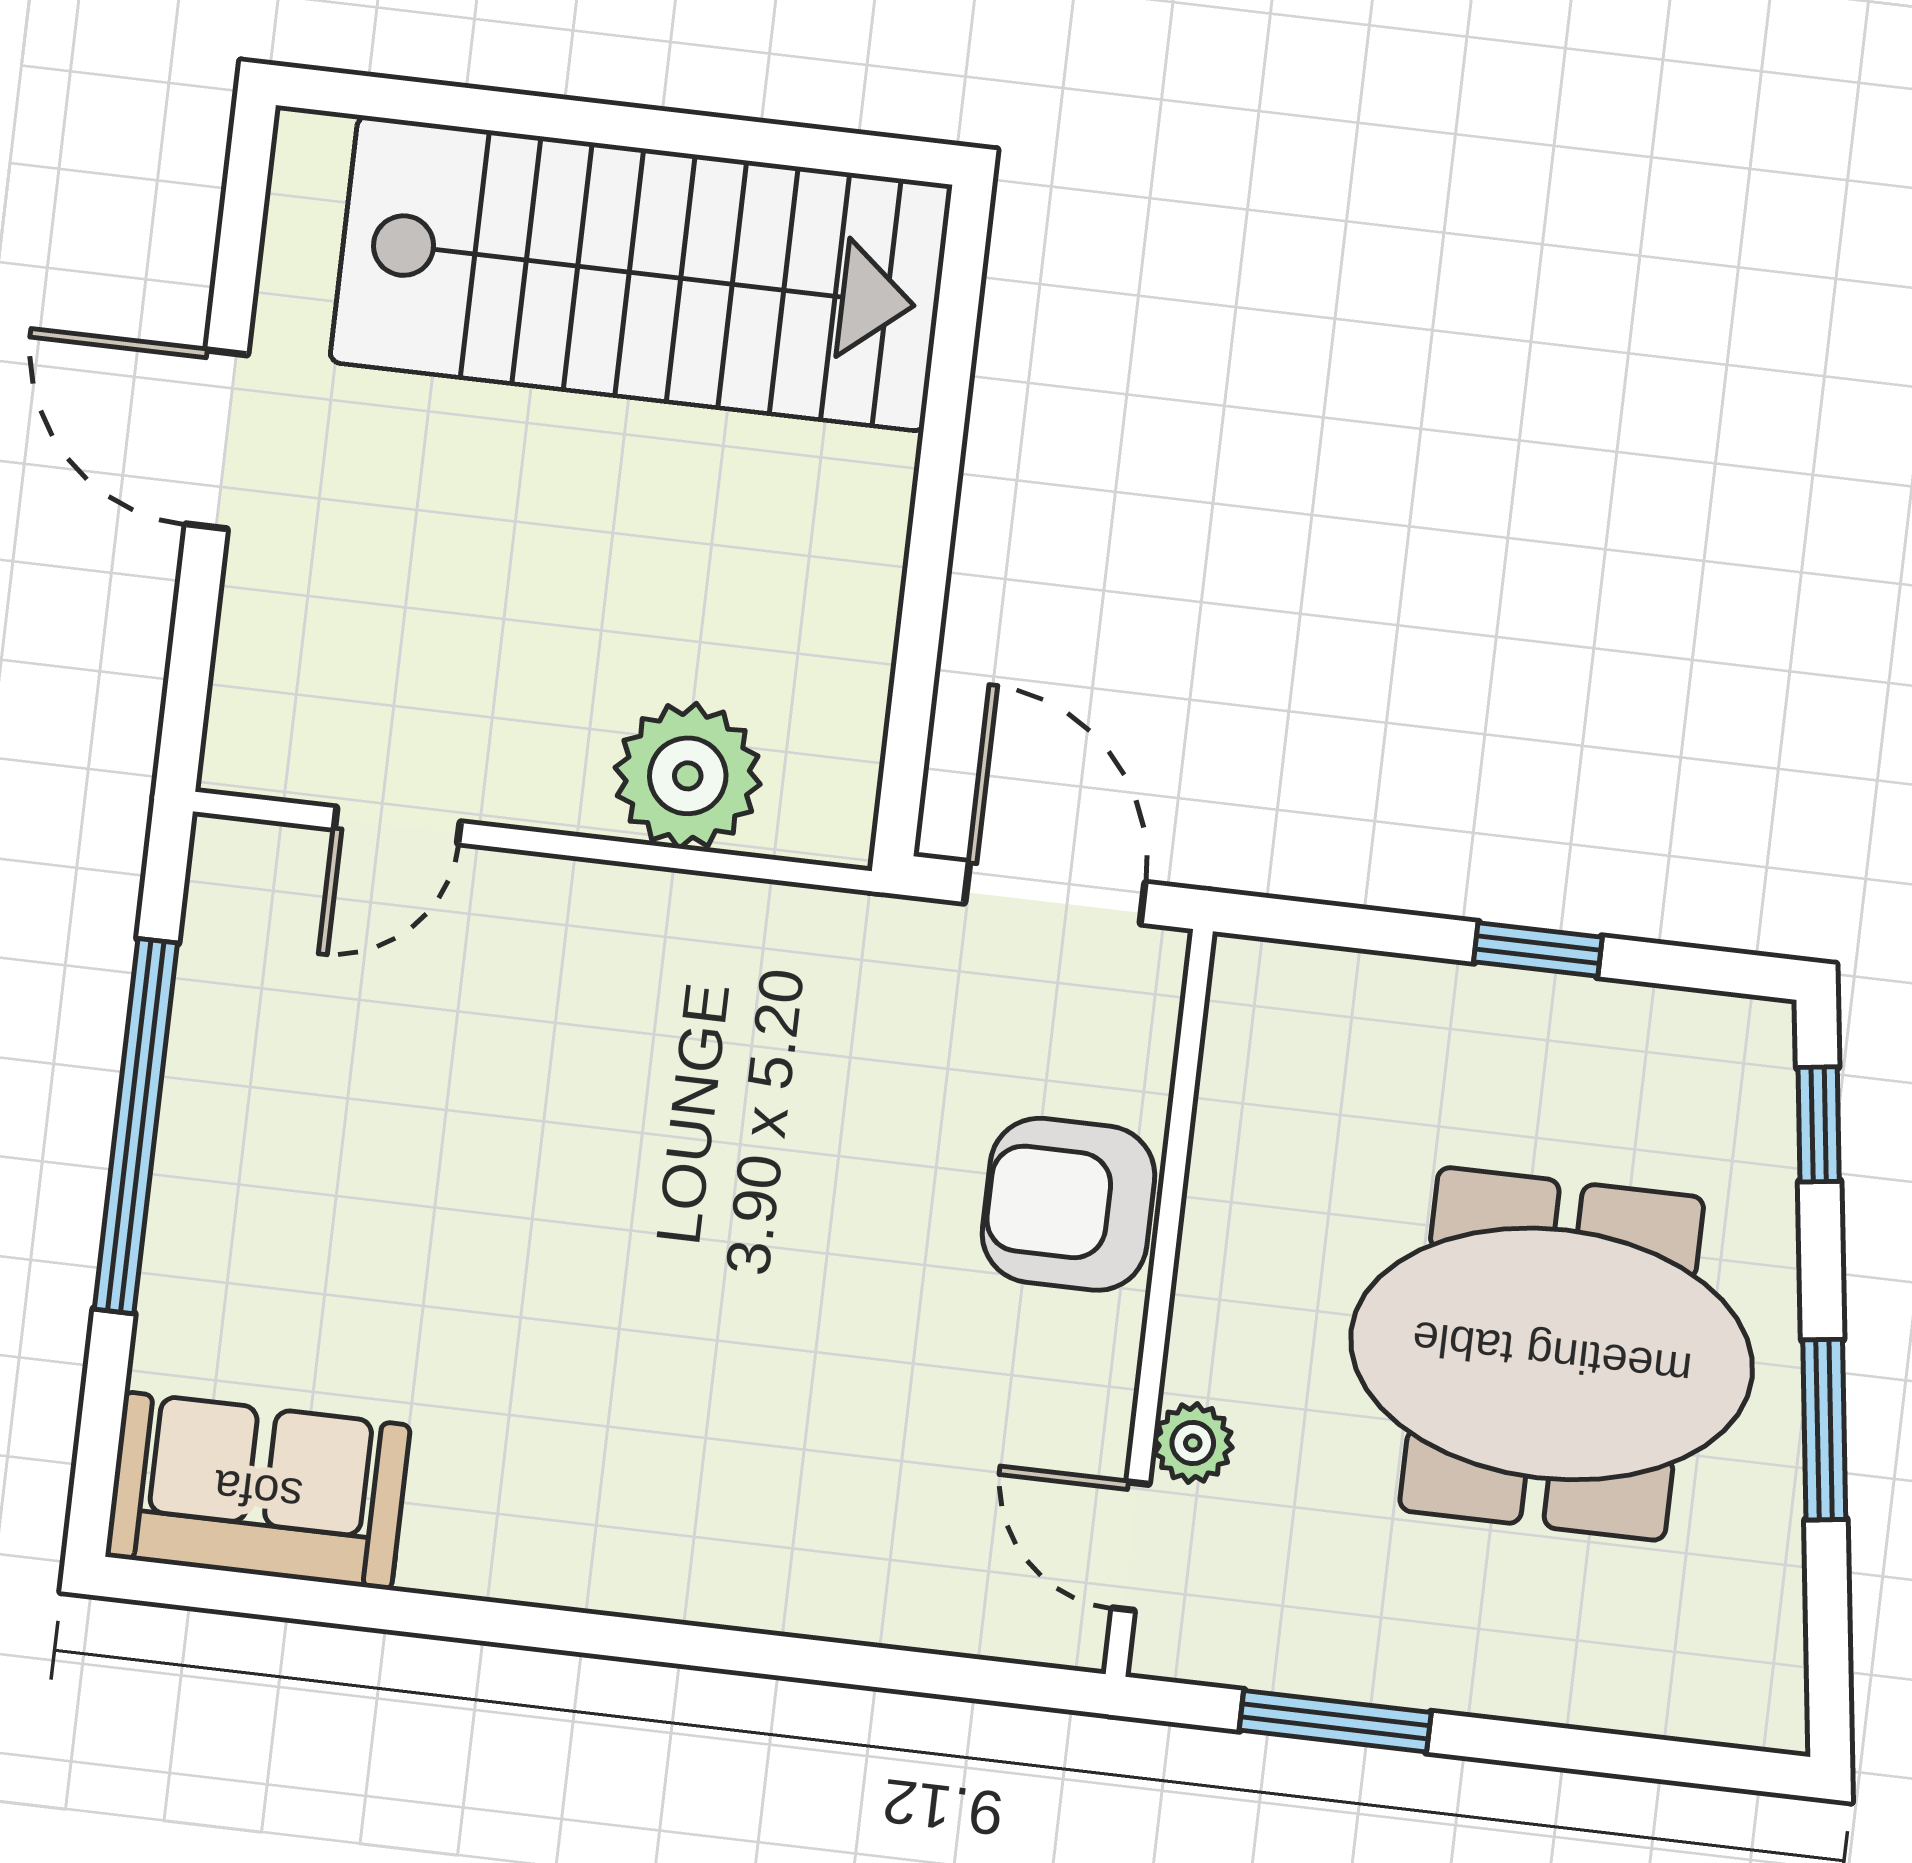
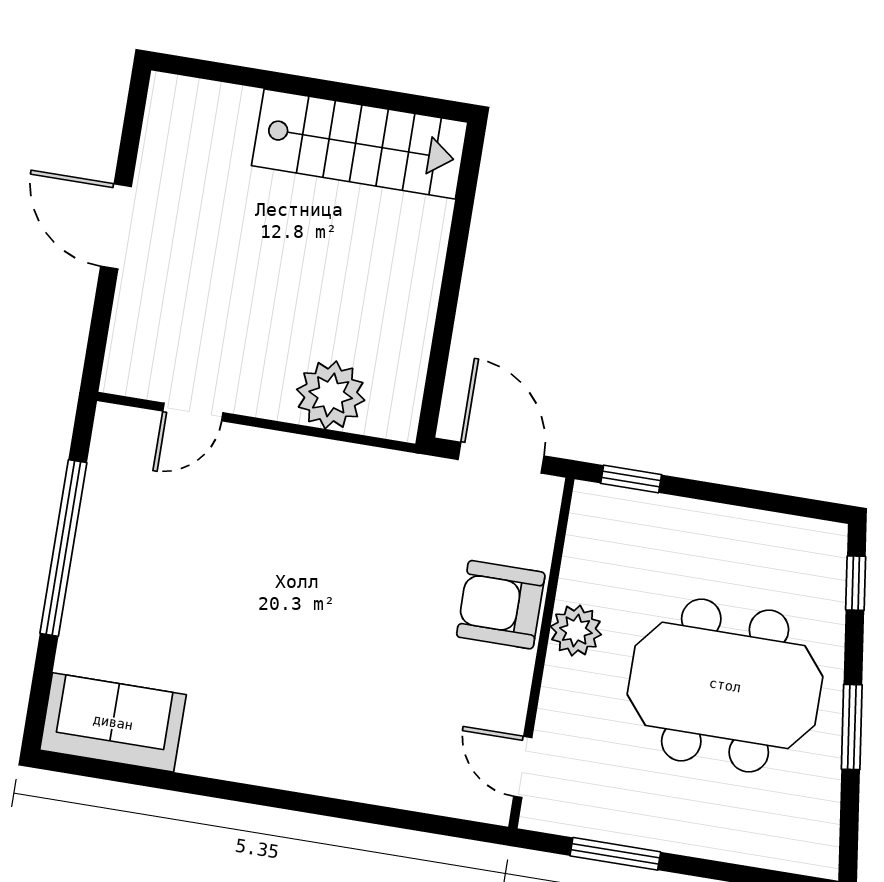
stairs: (641, 273) -> (360, 144), width x0.73, depth x0.66
window: (1538, 949) -> (631, 479), moved
plant: (1193, 1443) -> (576, 631), moved, width x1.38, depth x1.38

